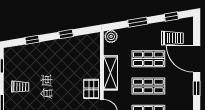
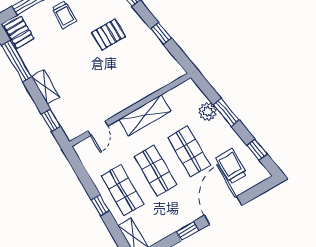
plant: (111, 36) -> (208, 112), moved
trolley: (172, 38) -> (231, 166), turned 180
pallet: (91, 89) -> (109, 34), moved

